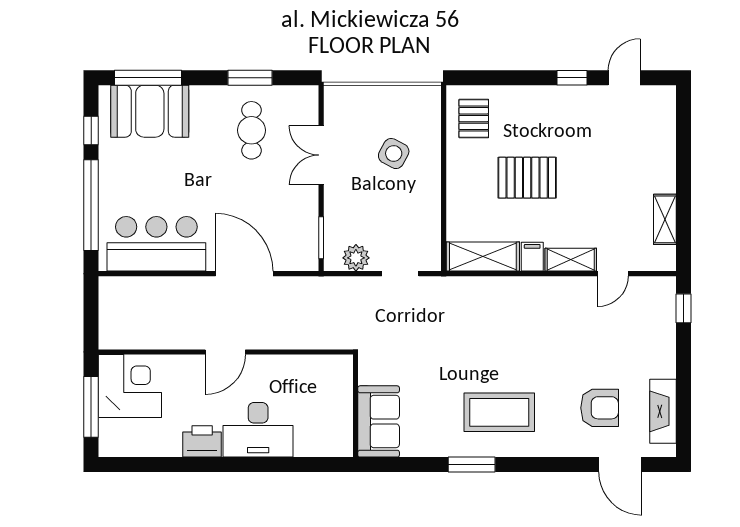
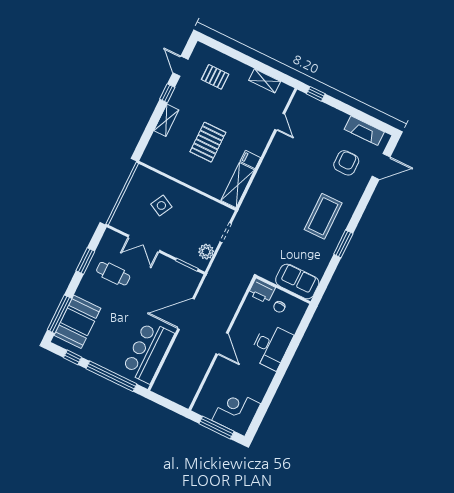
pallet: (474, 119) -> (215, 77), moved
shelving: (571, 260) -> (166, 120), moved
corner desk: (130, 386) -> (236, 412), moved
chair: (326, 413) -> (279, 307), added
printer: (202, 441) -> (262, 291), moved, turned -90

